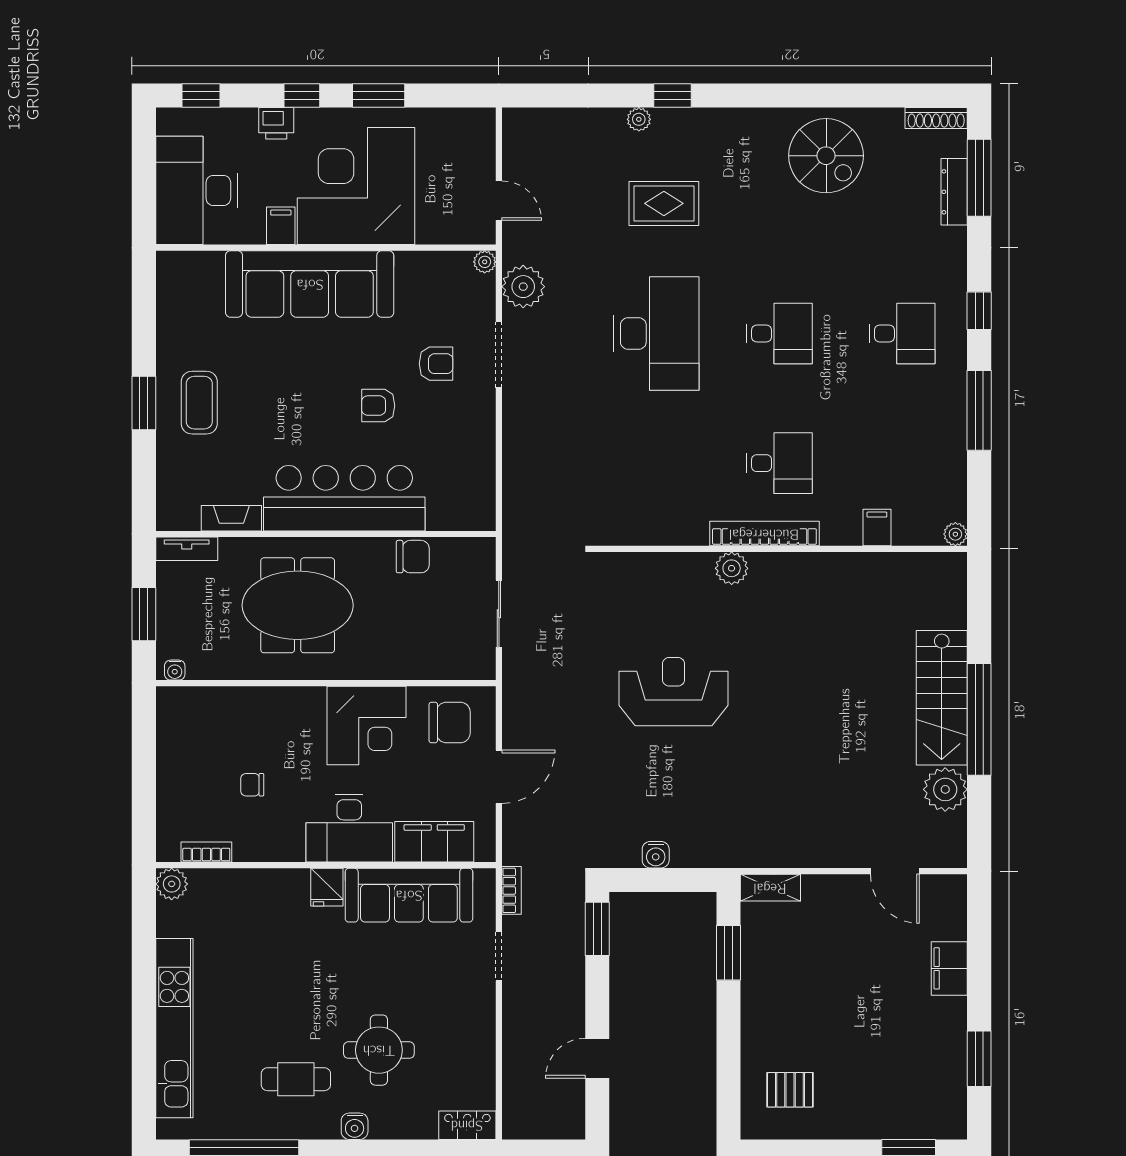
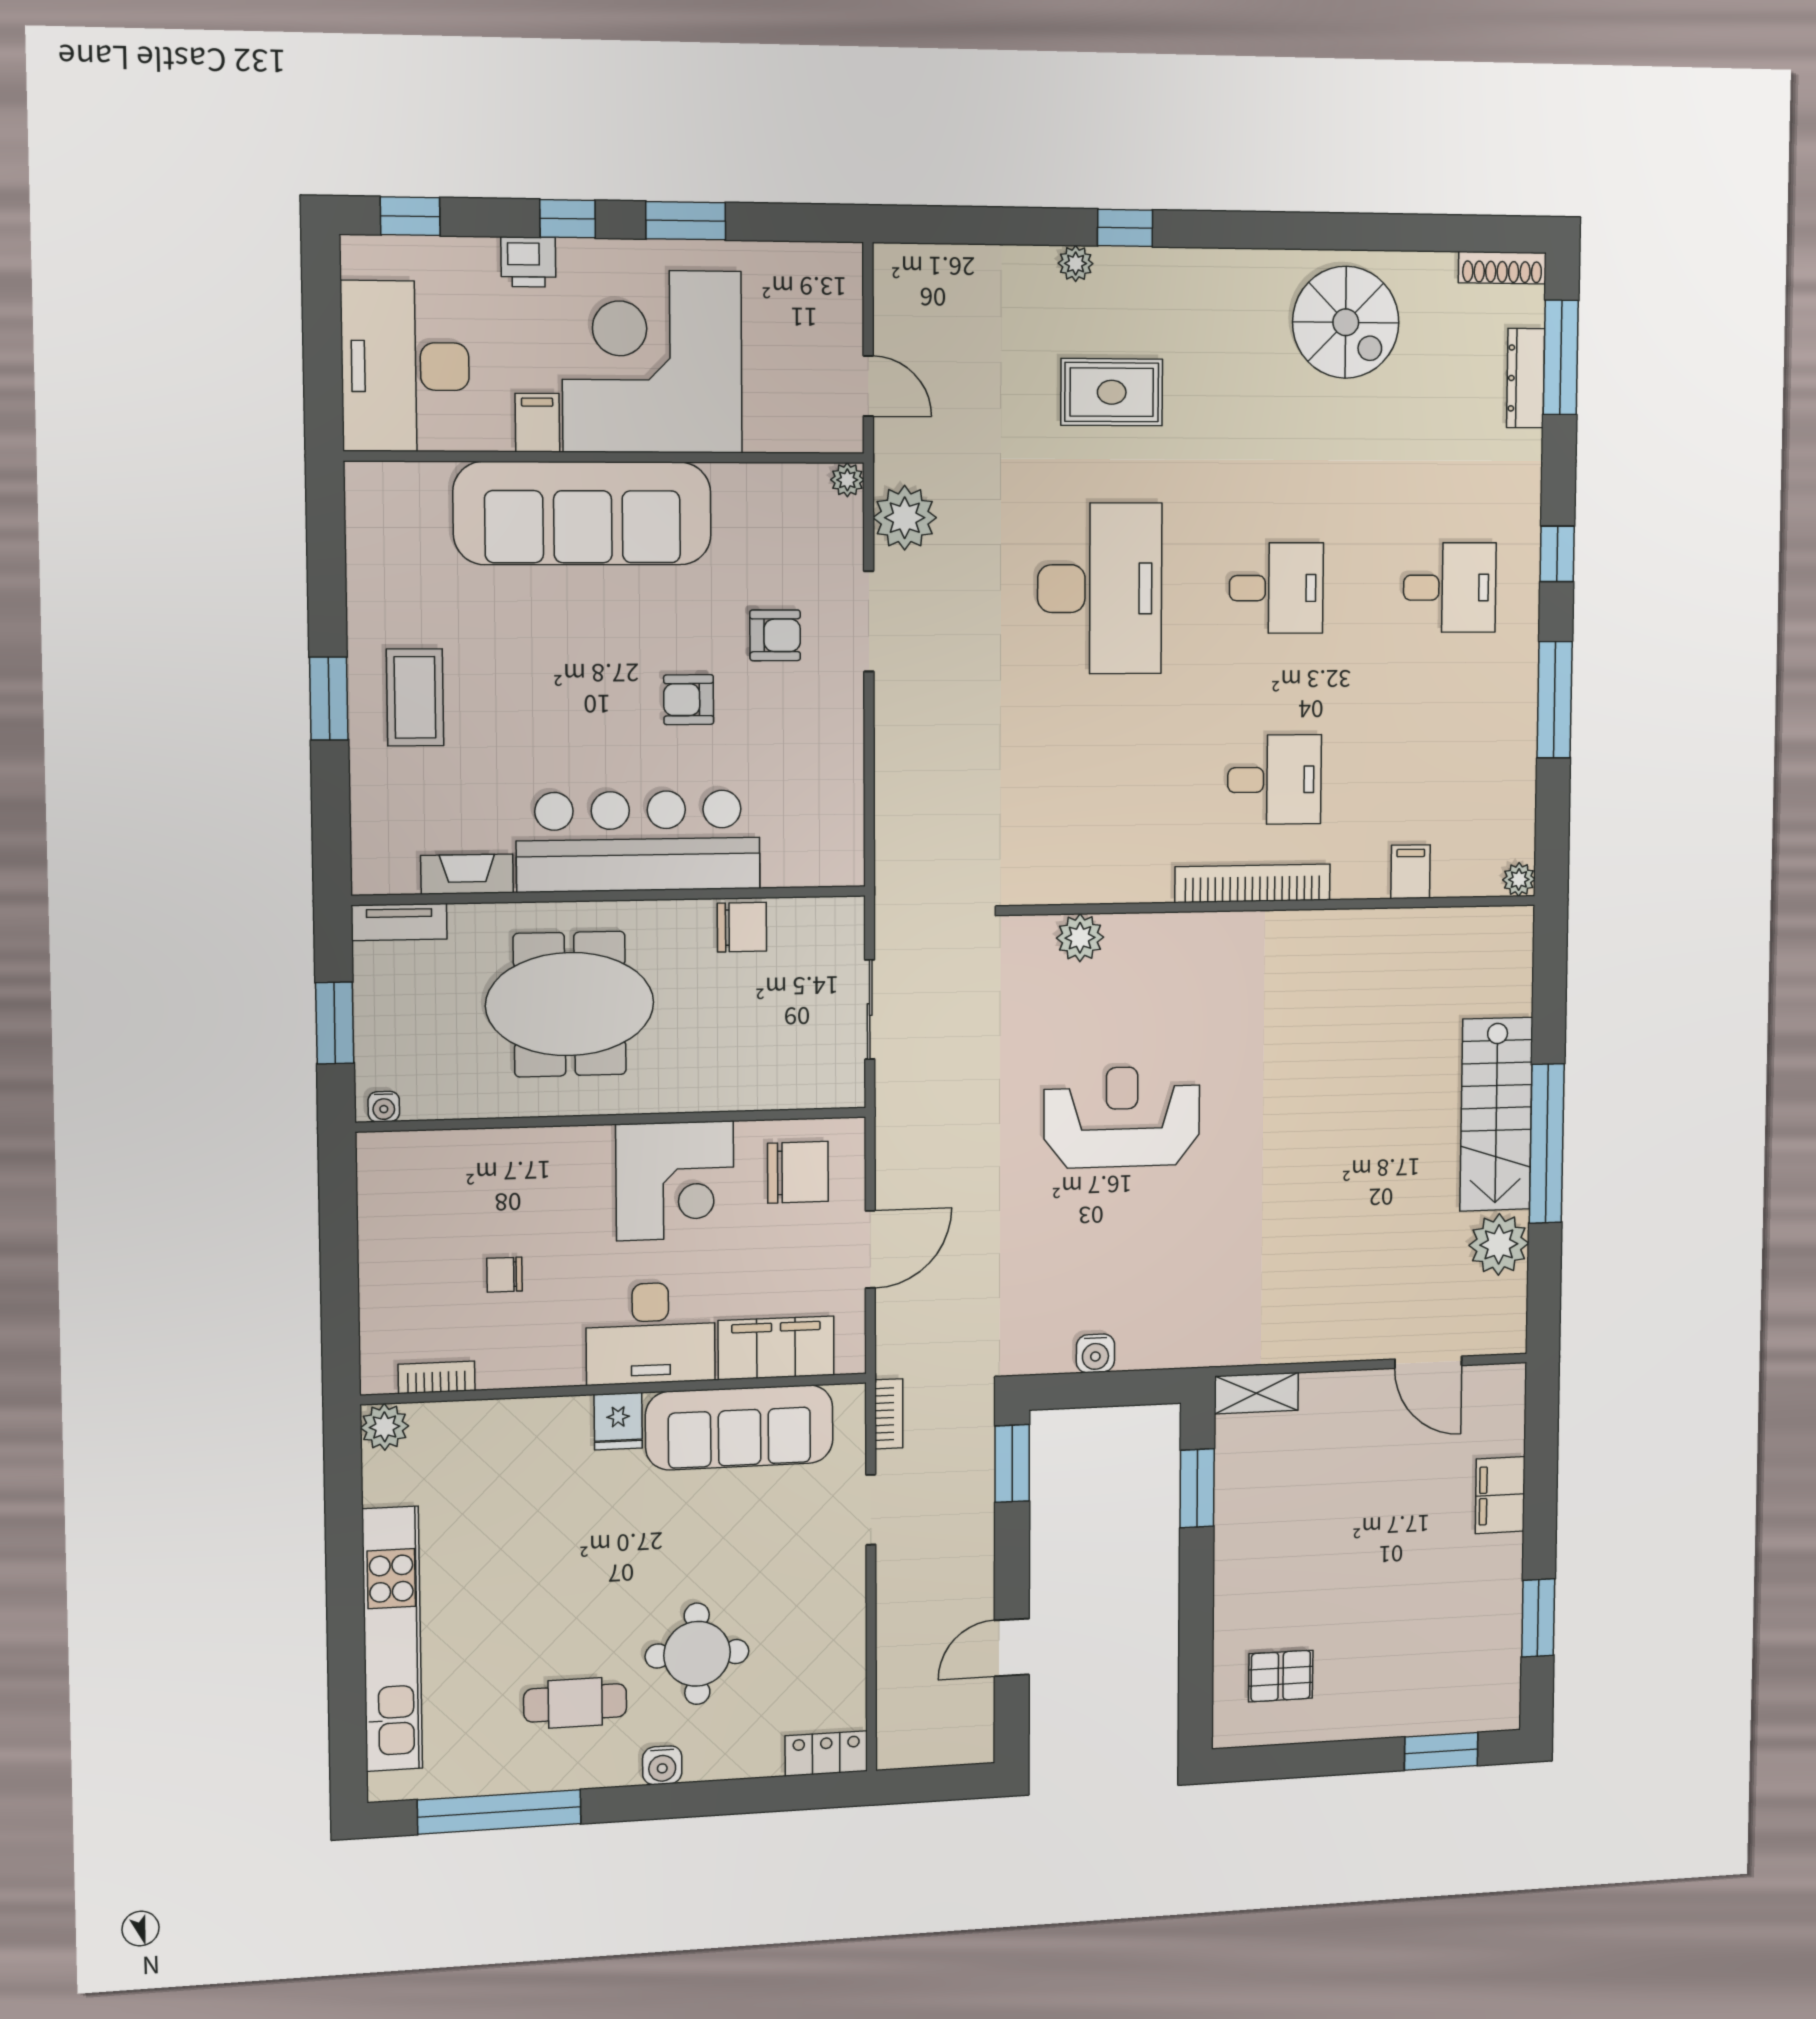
plant: (732, 568) -> (1080, 938), moved

